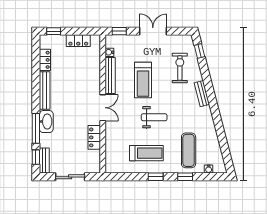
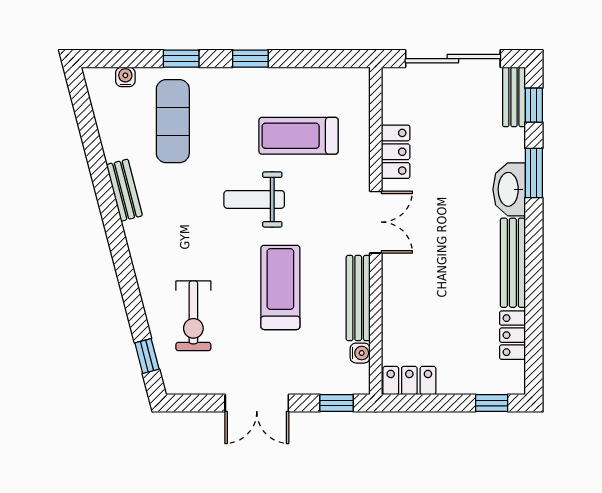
locker: (78, 41) -> (409, 380), moved
bench: (202, 94) -> (124, 190), moved
double door: (103, 108) -> (376, 222), swing flipped
window: (36, 128) -> (534, 173), width x0.69
treadmill: (146, 153) -> (299, 136), moved
sliding door: (70, 177) -> (453, 59), width x1.37

